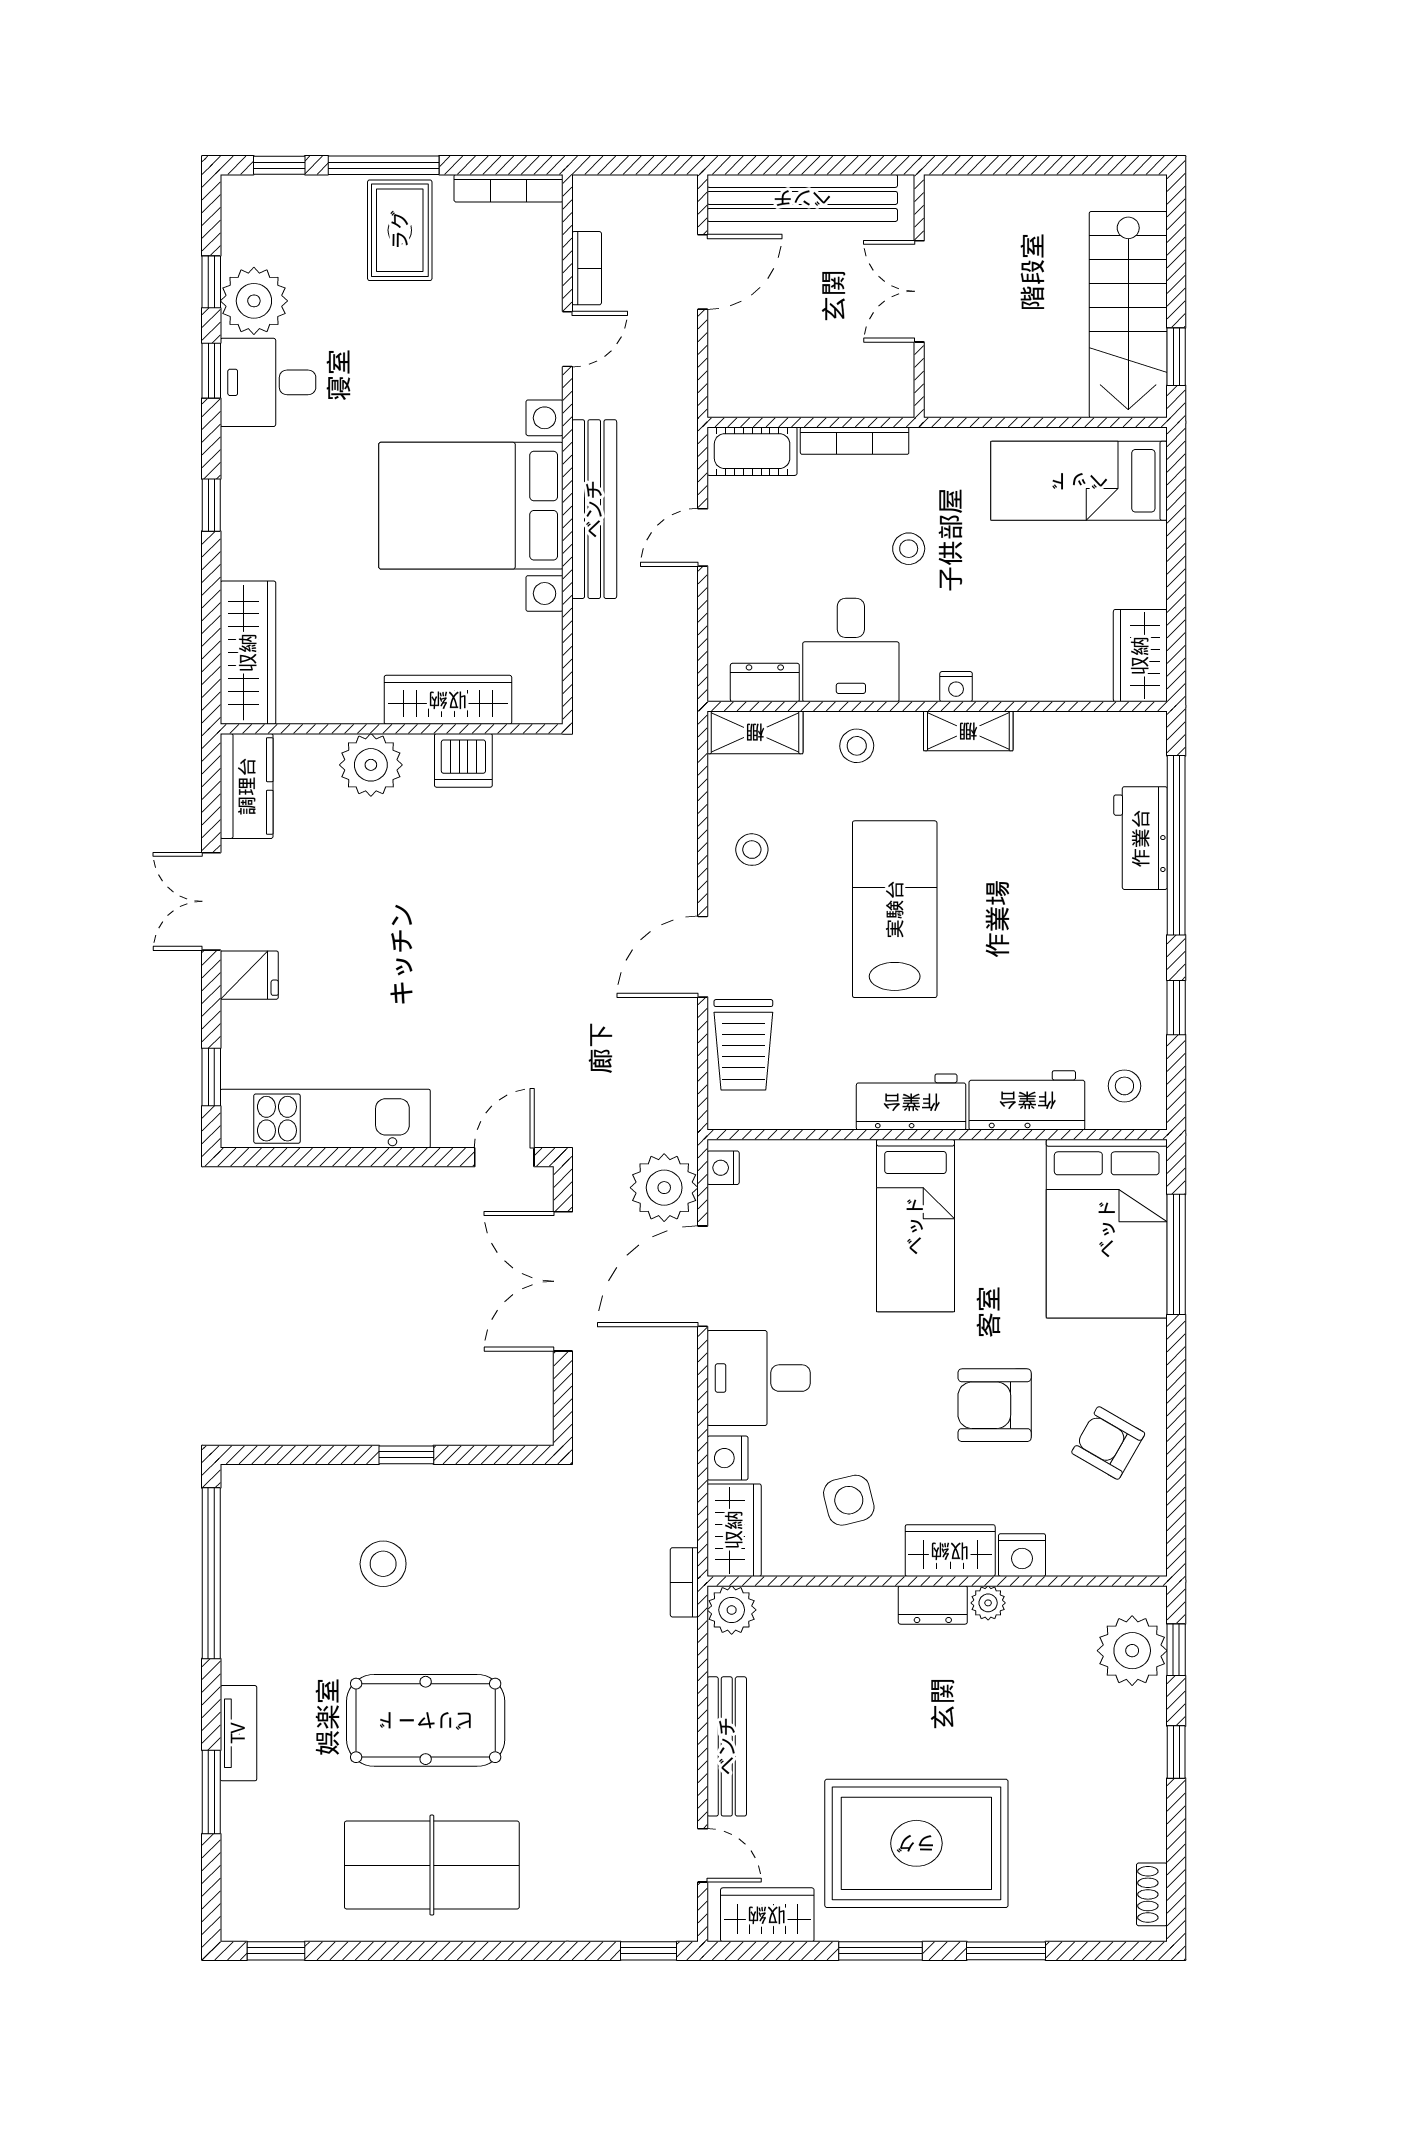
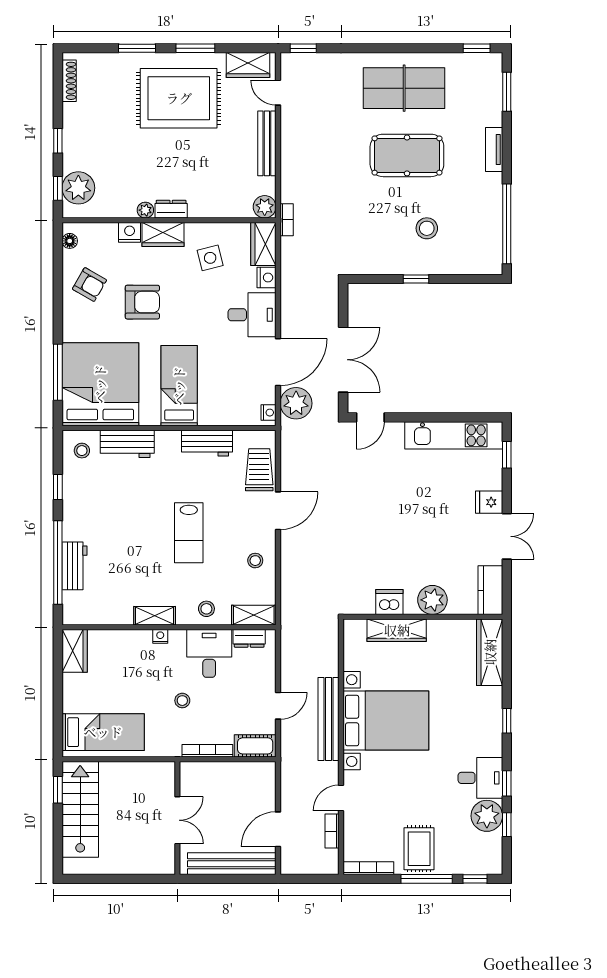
lab bench: (895, 909) -> (189, 533), width x0.73, depth x0.72
workbench: (911, 1102) -> (207, 443), moved
bed: (1107, 1229) -> (100, 384), width x1.36
floor lamp: (1151, 1537) -> (70, 241), added
window: (211, 1792) -> (507, 92), moved
shoe rack: (1152, 1894) -> (69, 81), width x1.43

